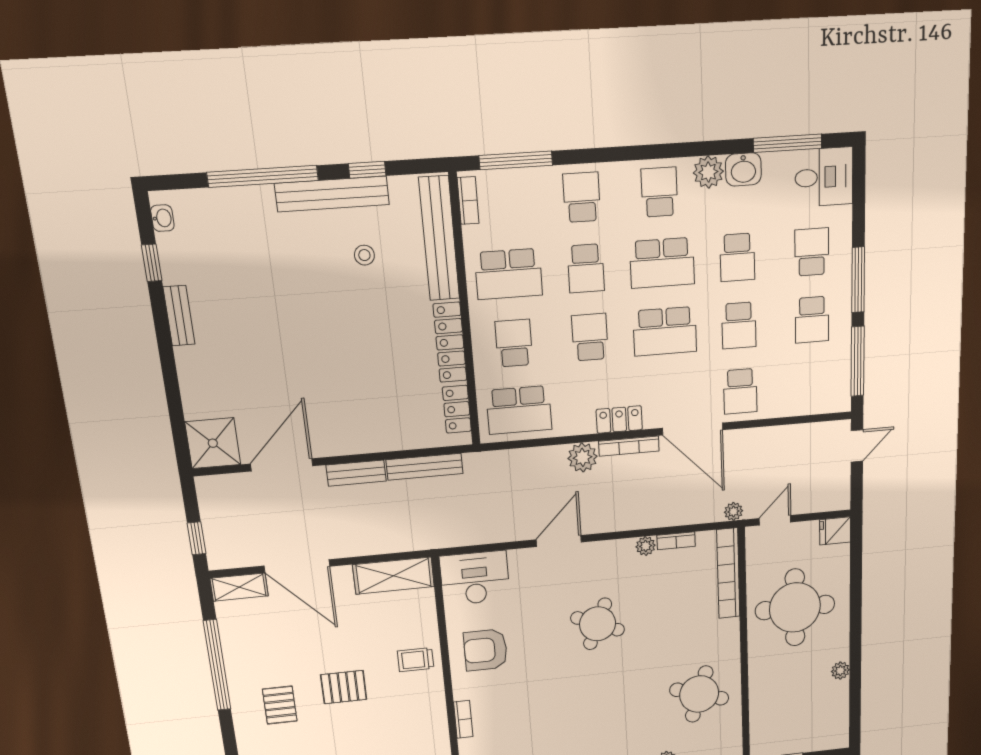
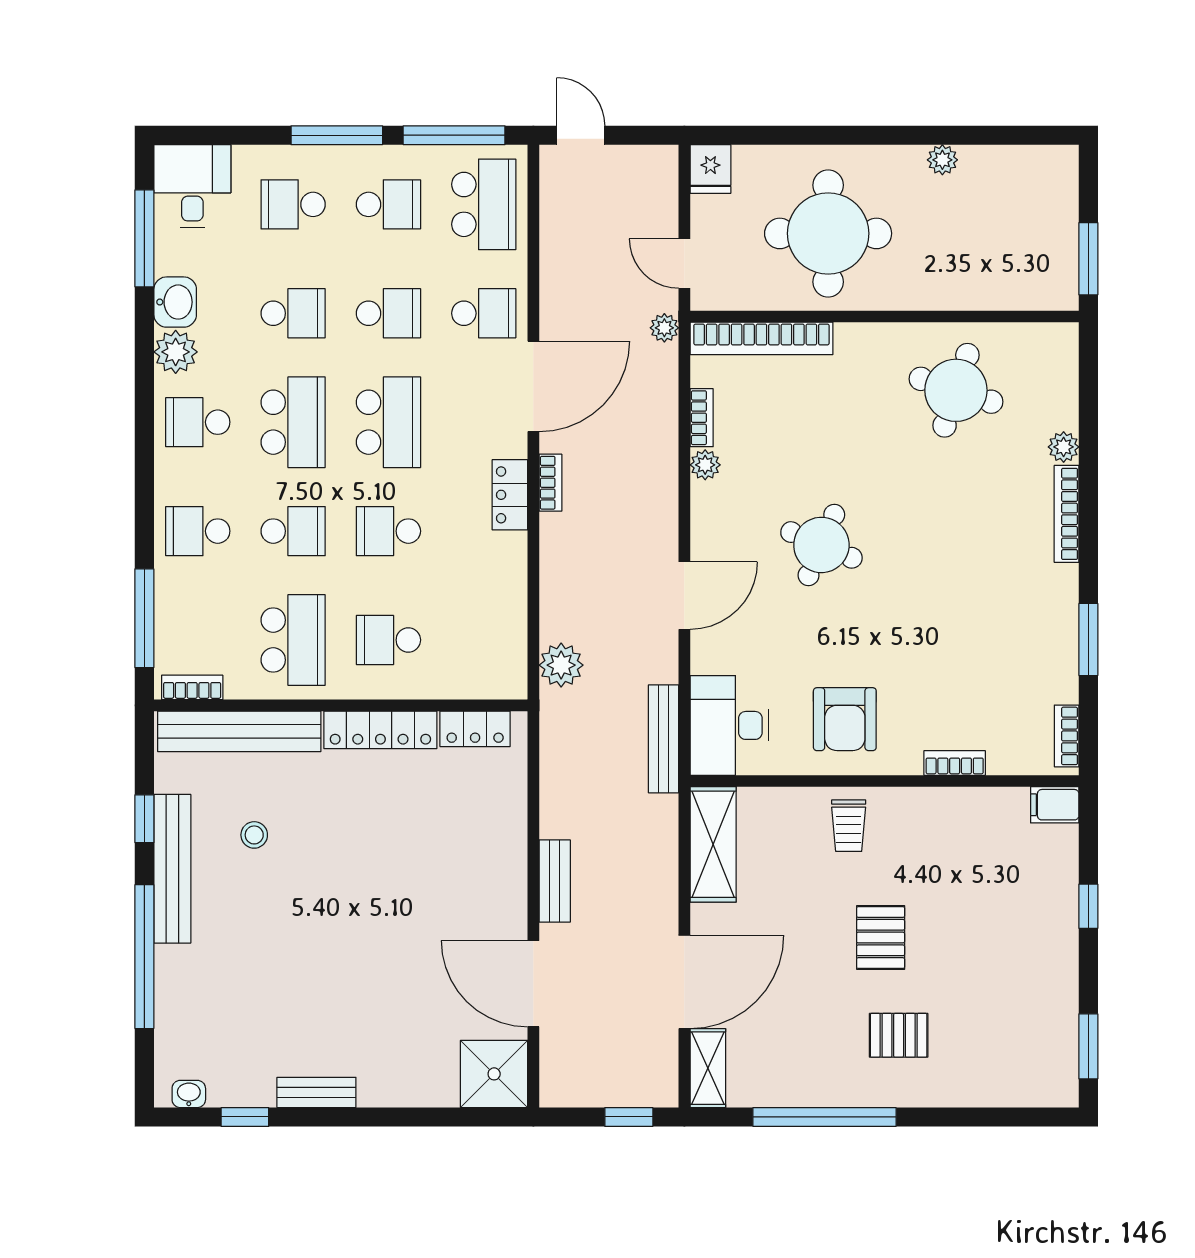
school desk: (519, 410) -> (484, 204), moved
bookcase: (629, 446) -> (550, 483), width x0.64
plant: (583, 457) -> (561, 665), moved
bench: (424, 467) -> (664, 739), moved
door: (559, 541) -> (684, 596), swing flipped

